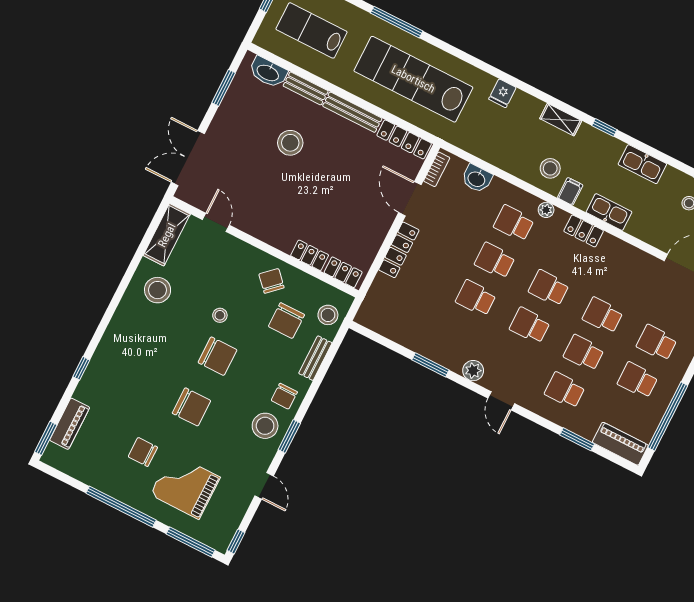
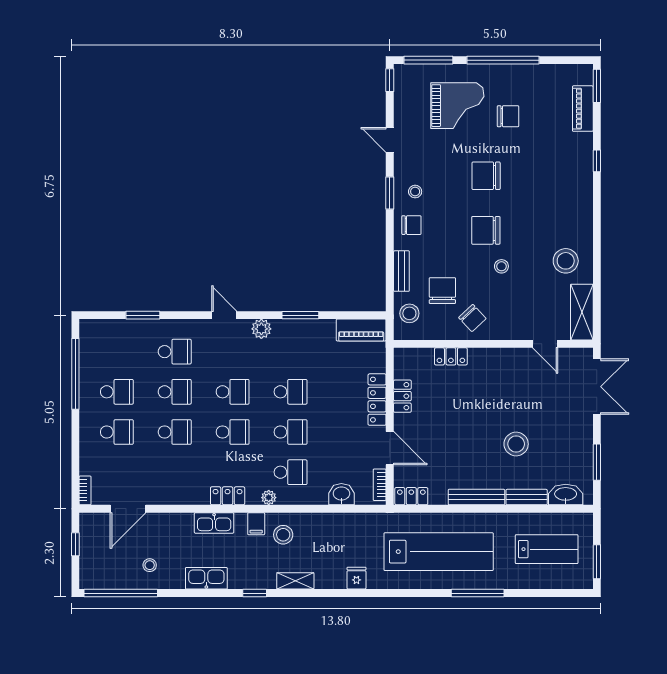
locker: (404, 139) -> (411, 496), width x0.66
locker: (343, 272) -> (402, 396), moved, turned -90
chair: (284, 396) -> (411, 225), turned 90
stool: (265, 426) -> (415, 192), width x0.53, depth x0.53
piano: (620, 444) -> (361, 330), moved

